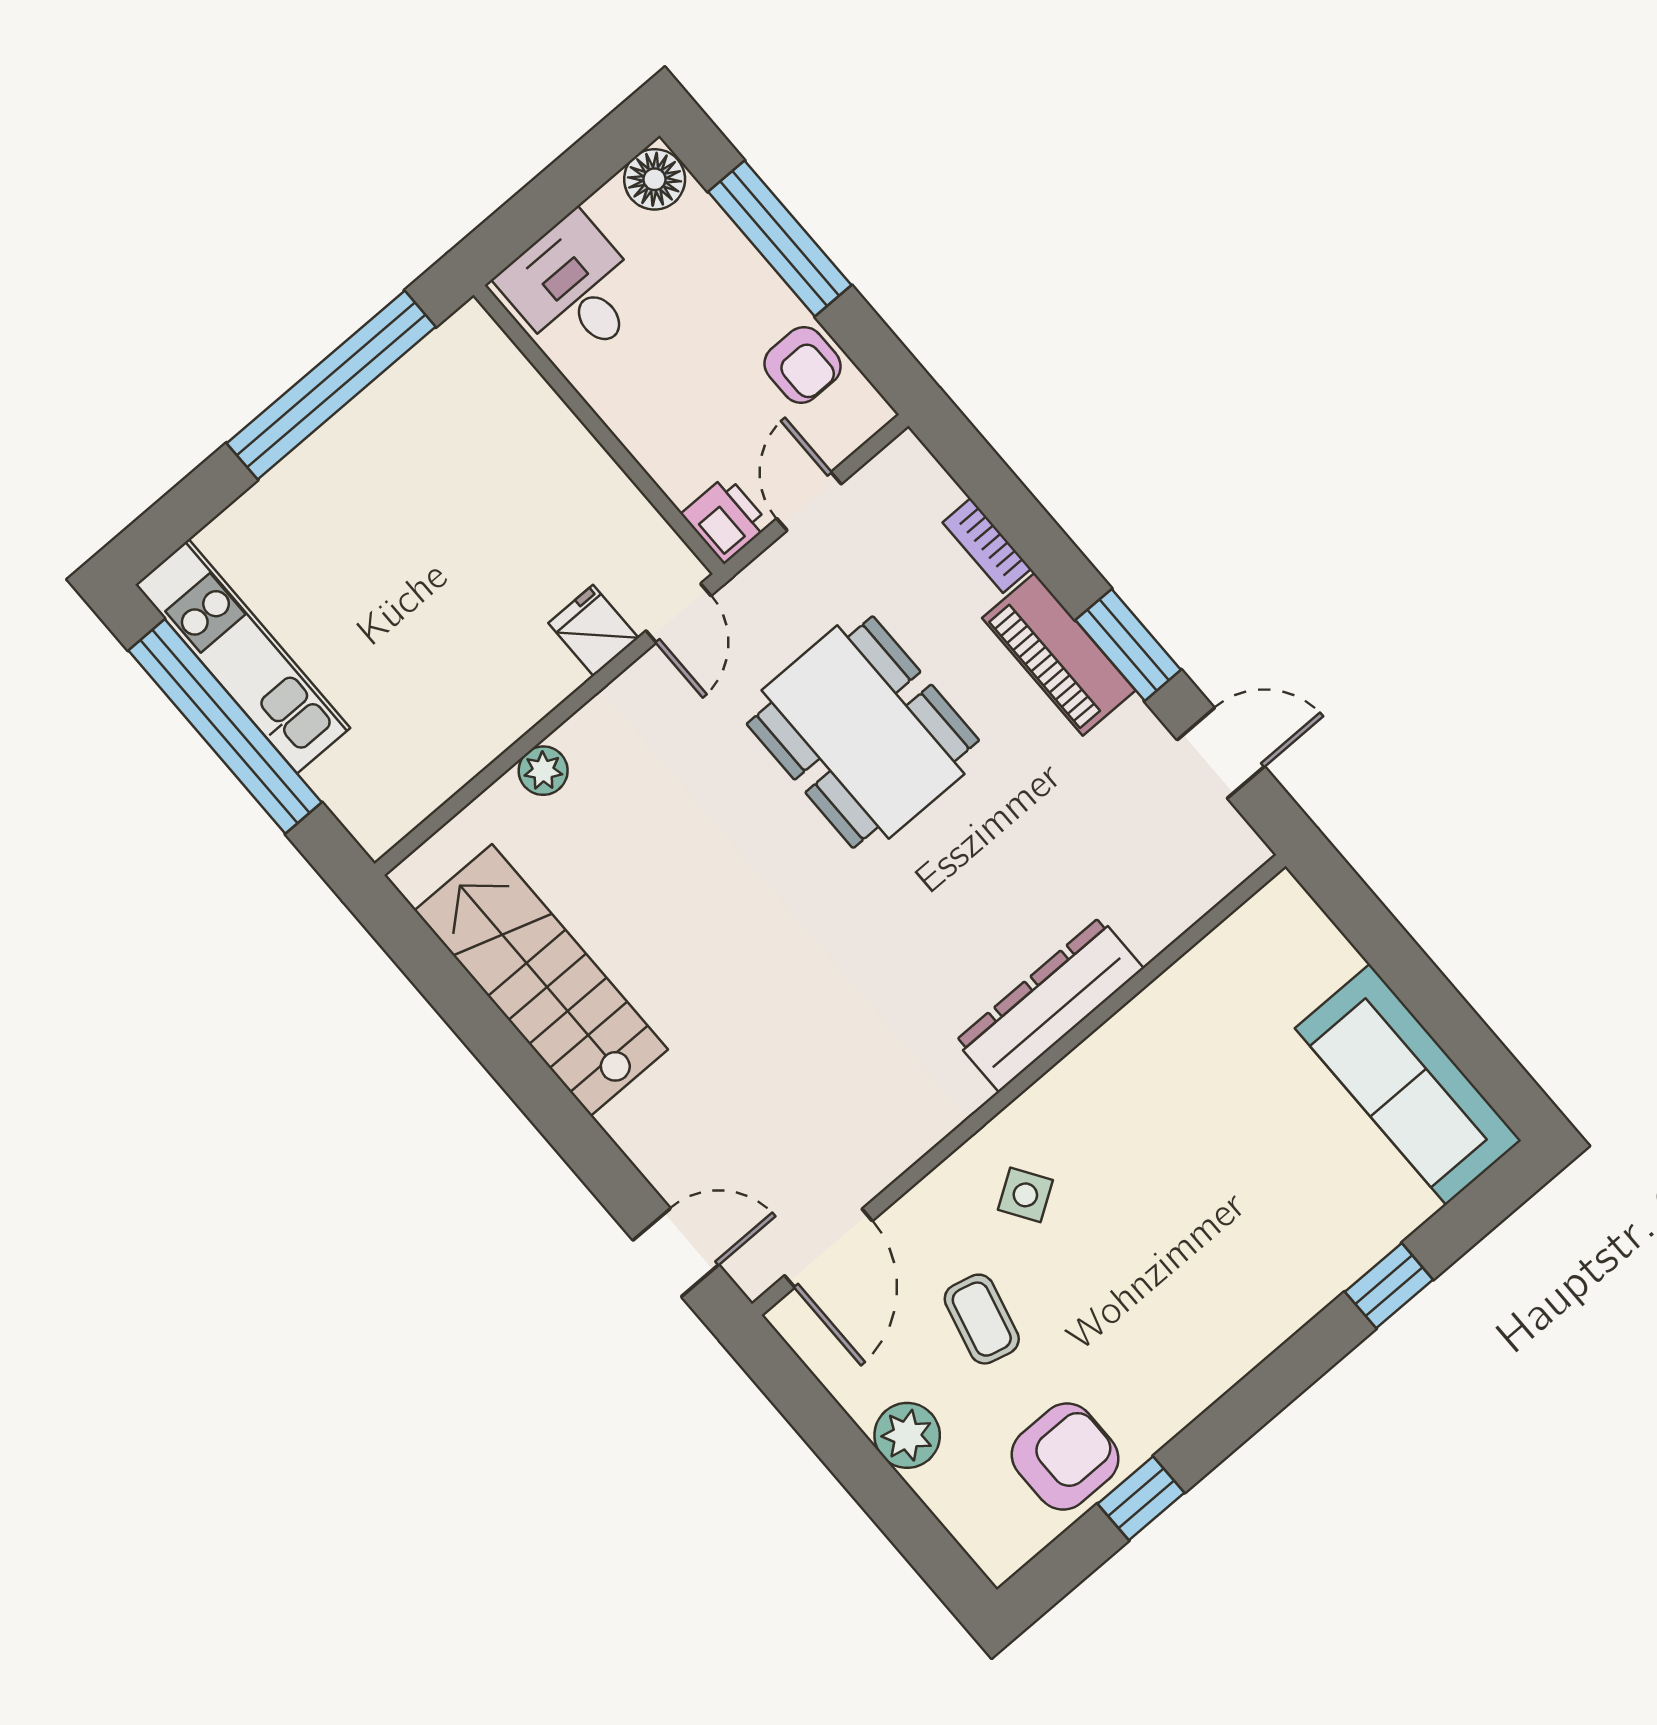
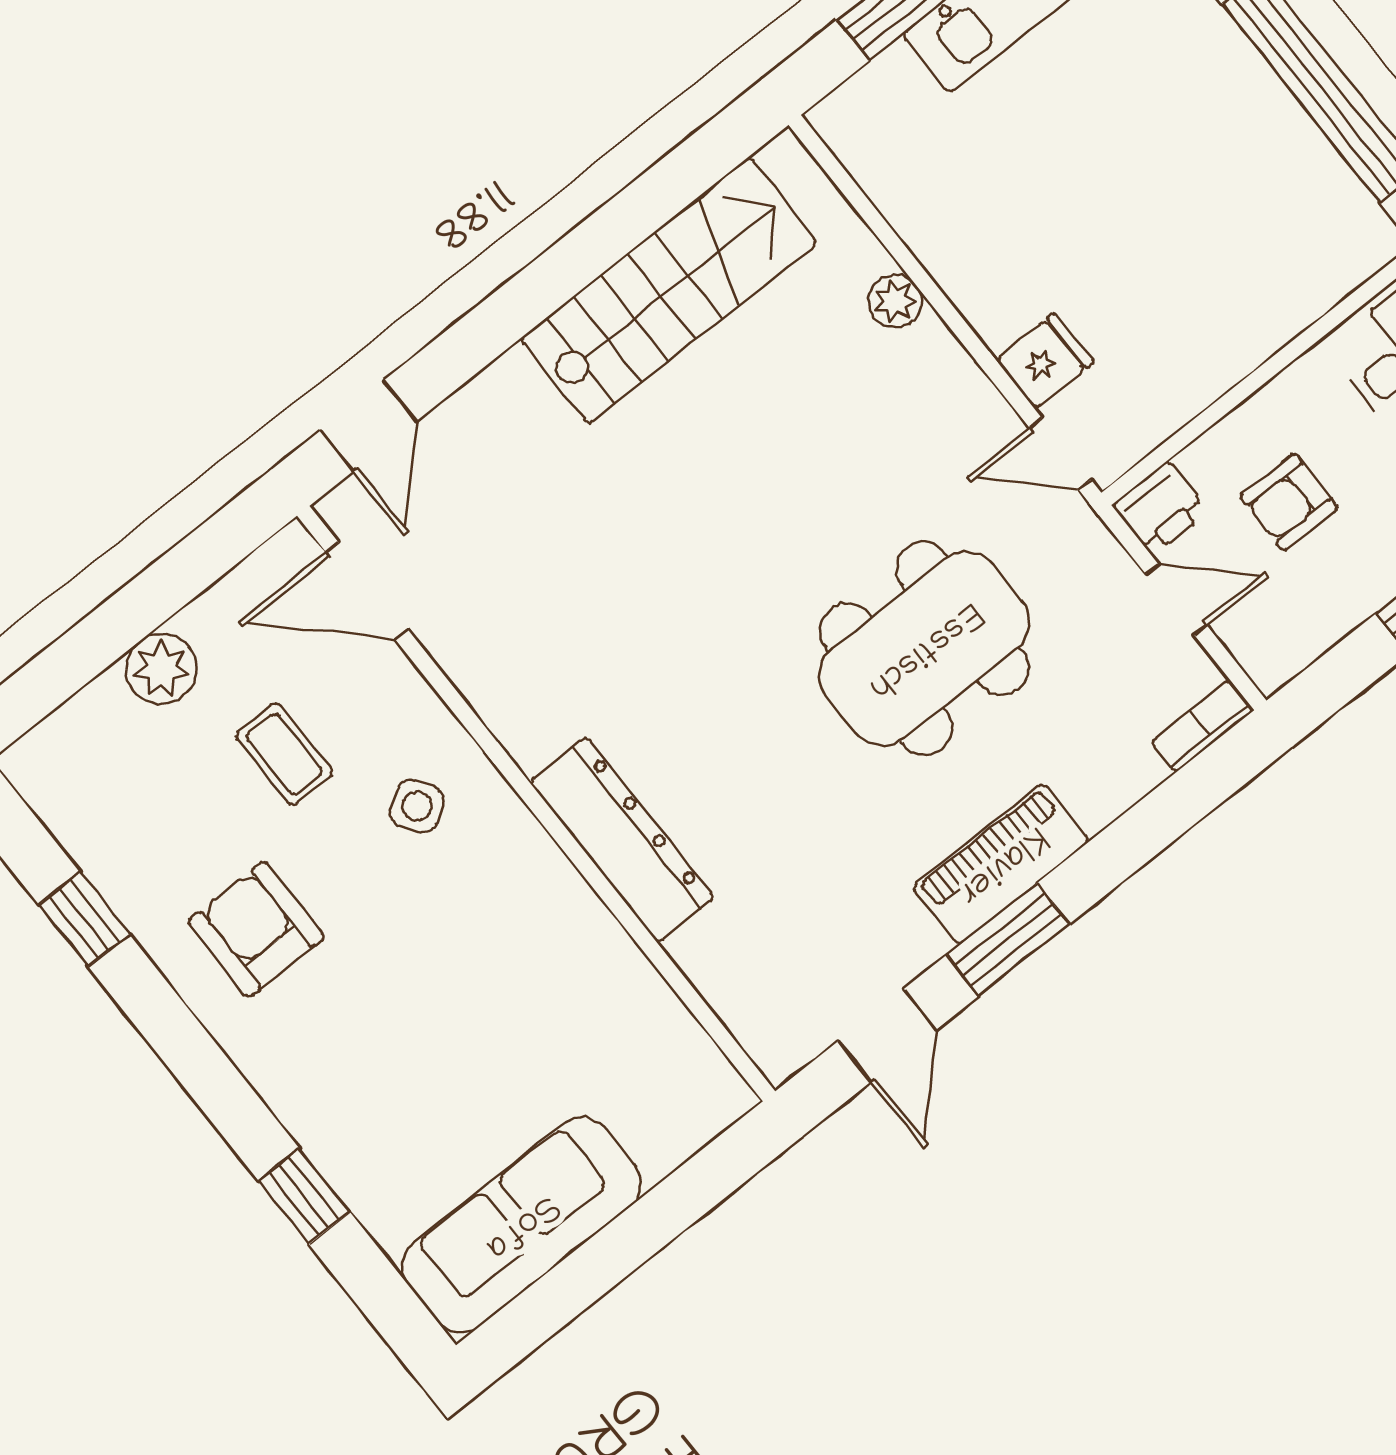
armchair: (803, 365) -> (1289, 502), moved
bookcase: (987, 546) -> (1202, 726), moved
coffee table: (982, 1319) -> (284, 754), turned 76
armchair: (1065, 1457) -> (256, 929), moved, turned 180

